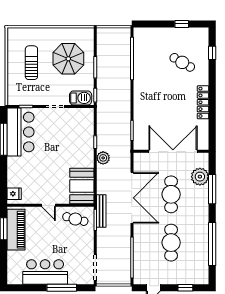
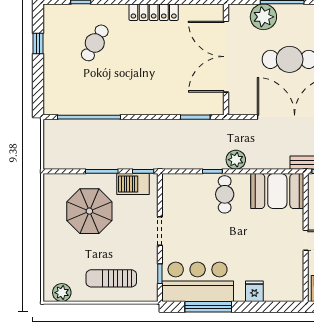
plant: (13, 40) -> (62, 293), added
sun lounger: (31, 63) -> (111, 278), moved
barbecue: (81, 98) -> (133, 184), moved, turned -90
cafe table: (80, 150) -> (225, 194), added
fridge: (14, 194) -> (254, 291), moved

